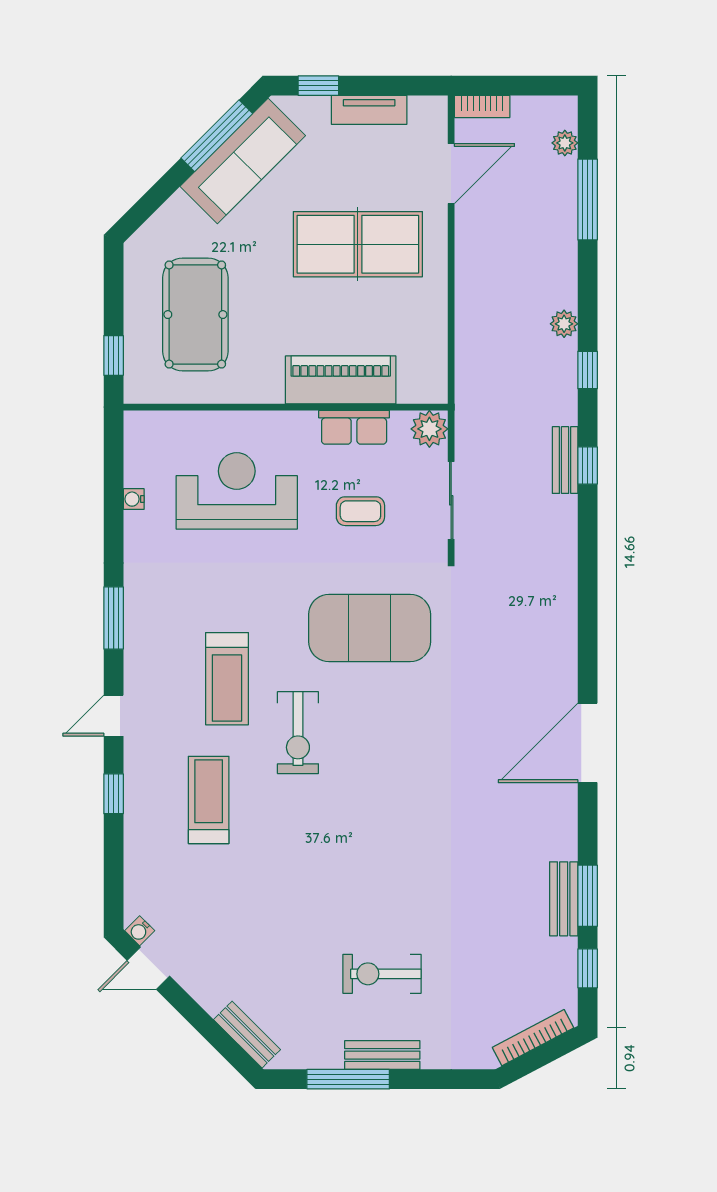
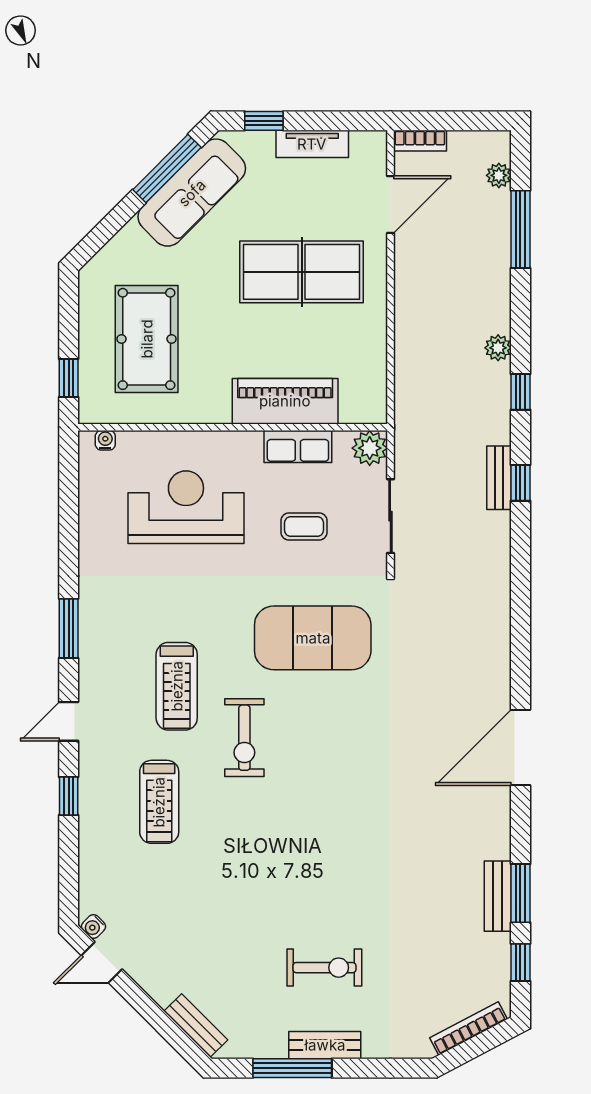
water cooler: (134, 499) -> (105, 440), moved, turned 90
treadmill: (209, 800) -> (159, 802), turned 180
exercise bike: (382, 974) -> (324, 968), turned 180

